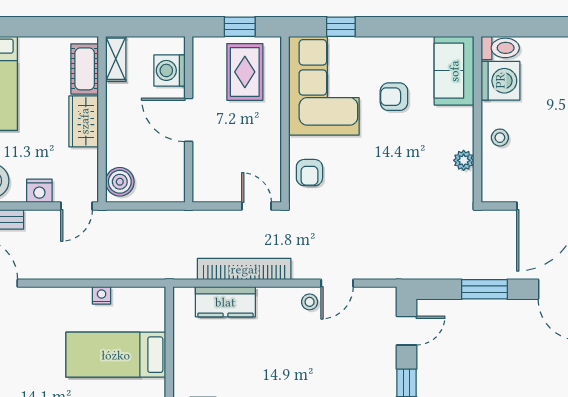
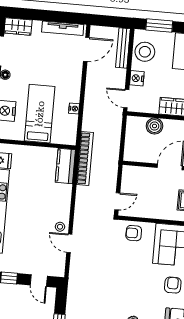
boiler: (120, 182) -> (154, 126), moved
bookcase: (244, 269) -> (85, 158), moved
kitchen counter: (225, 302) -> (65, 166), moved

